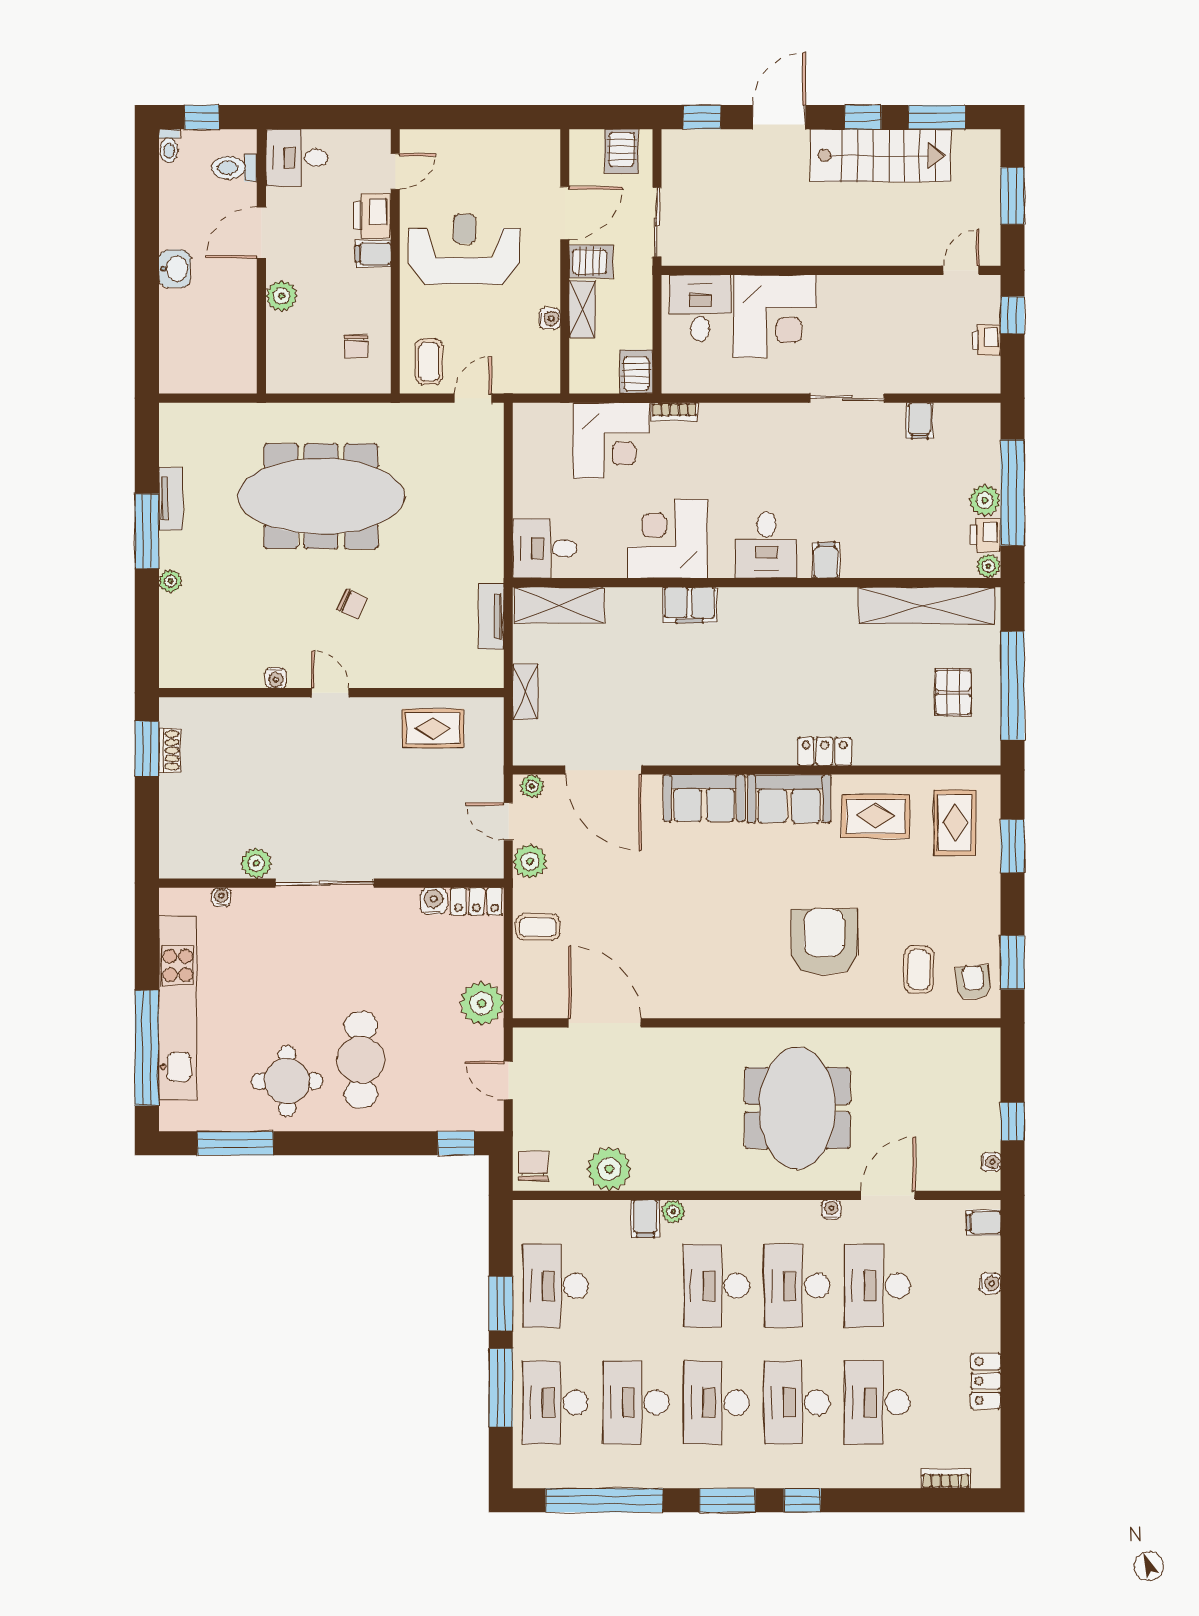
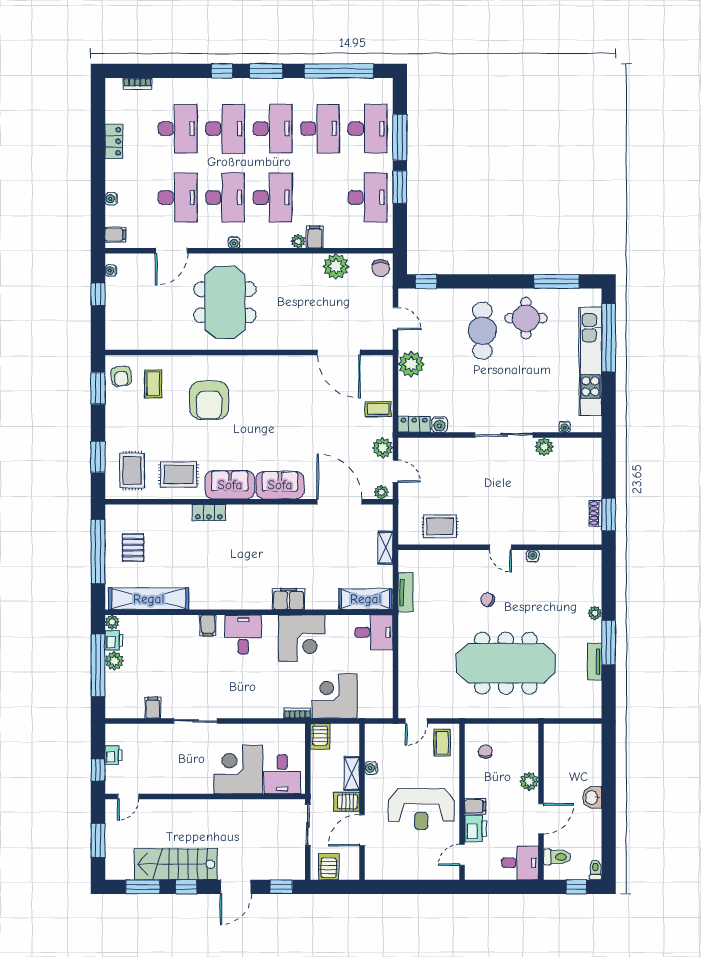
water cooler: (831, 1210) -> (234, 242), moved

